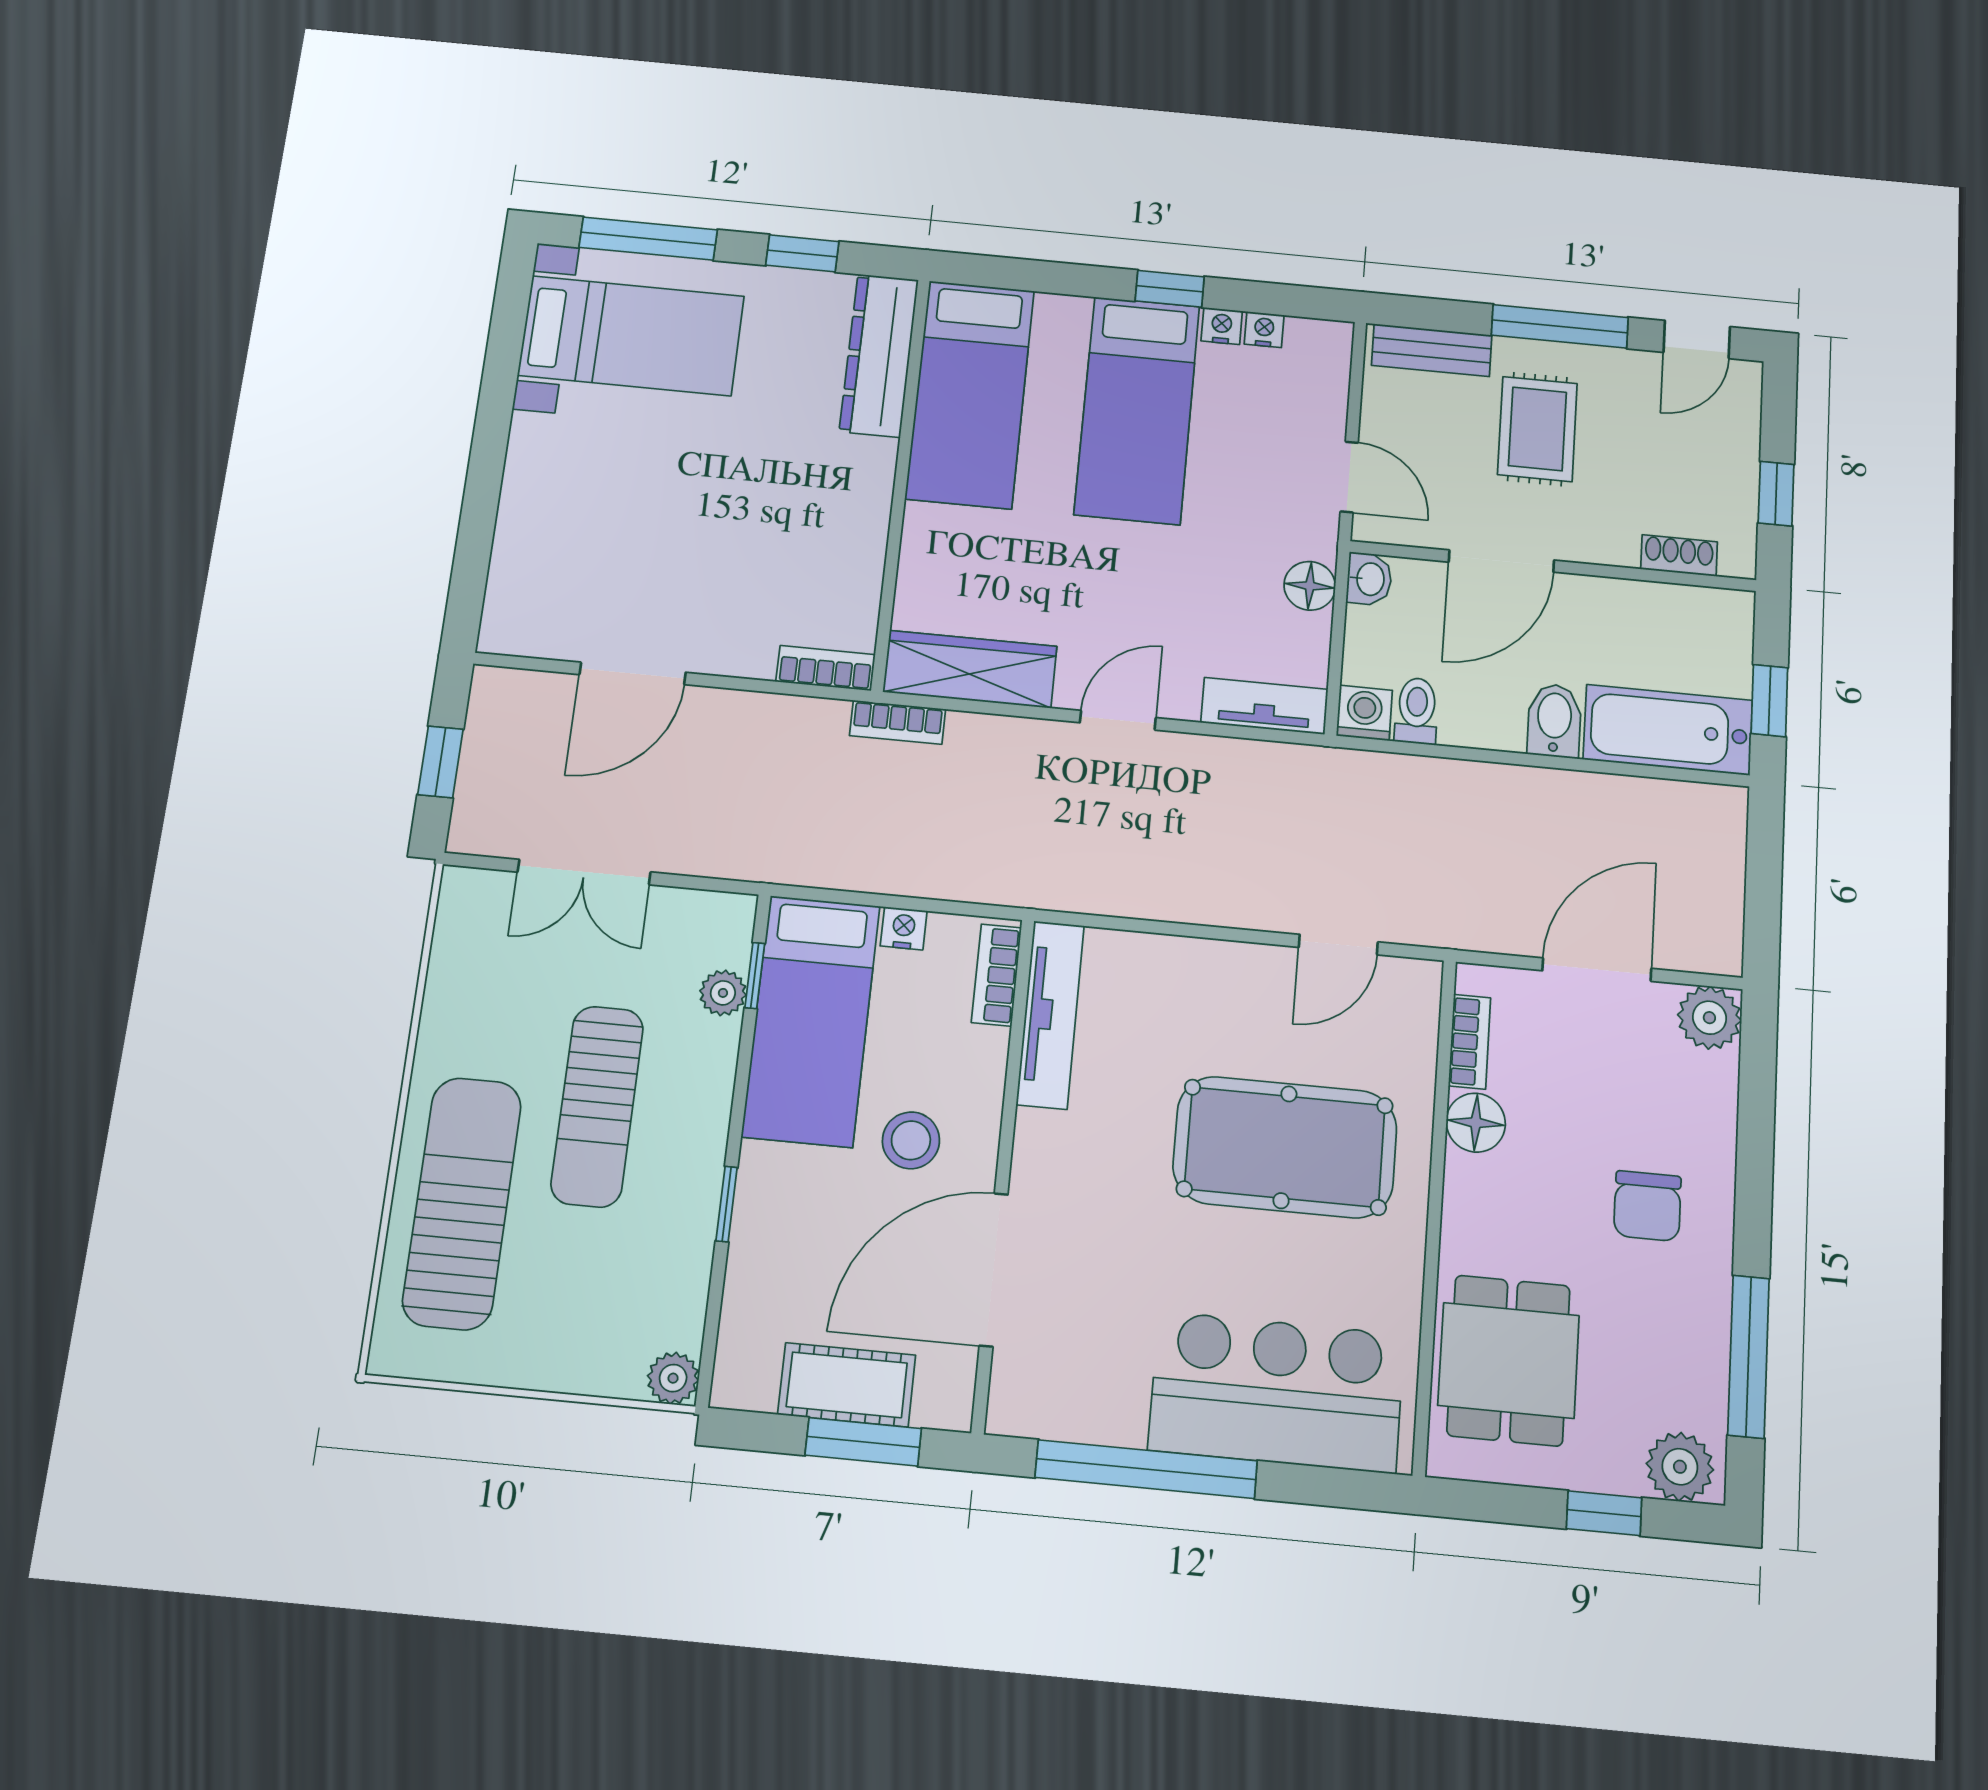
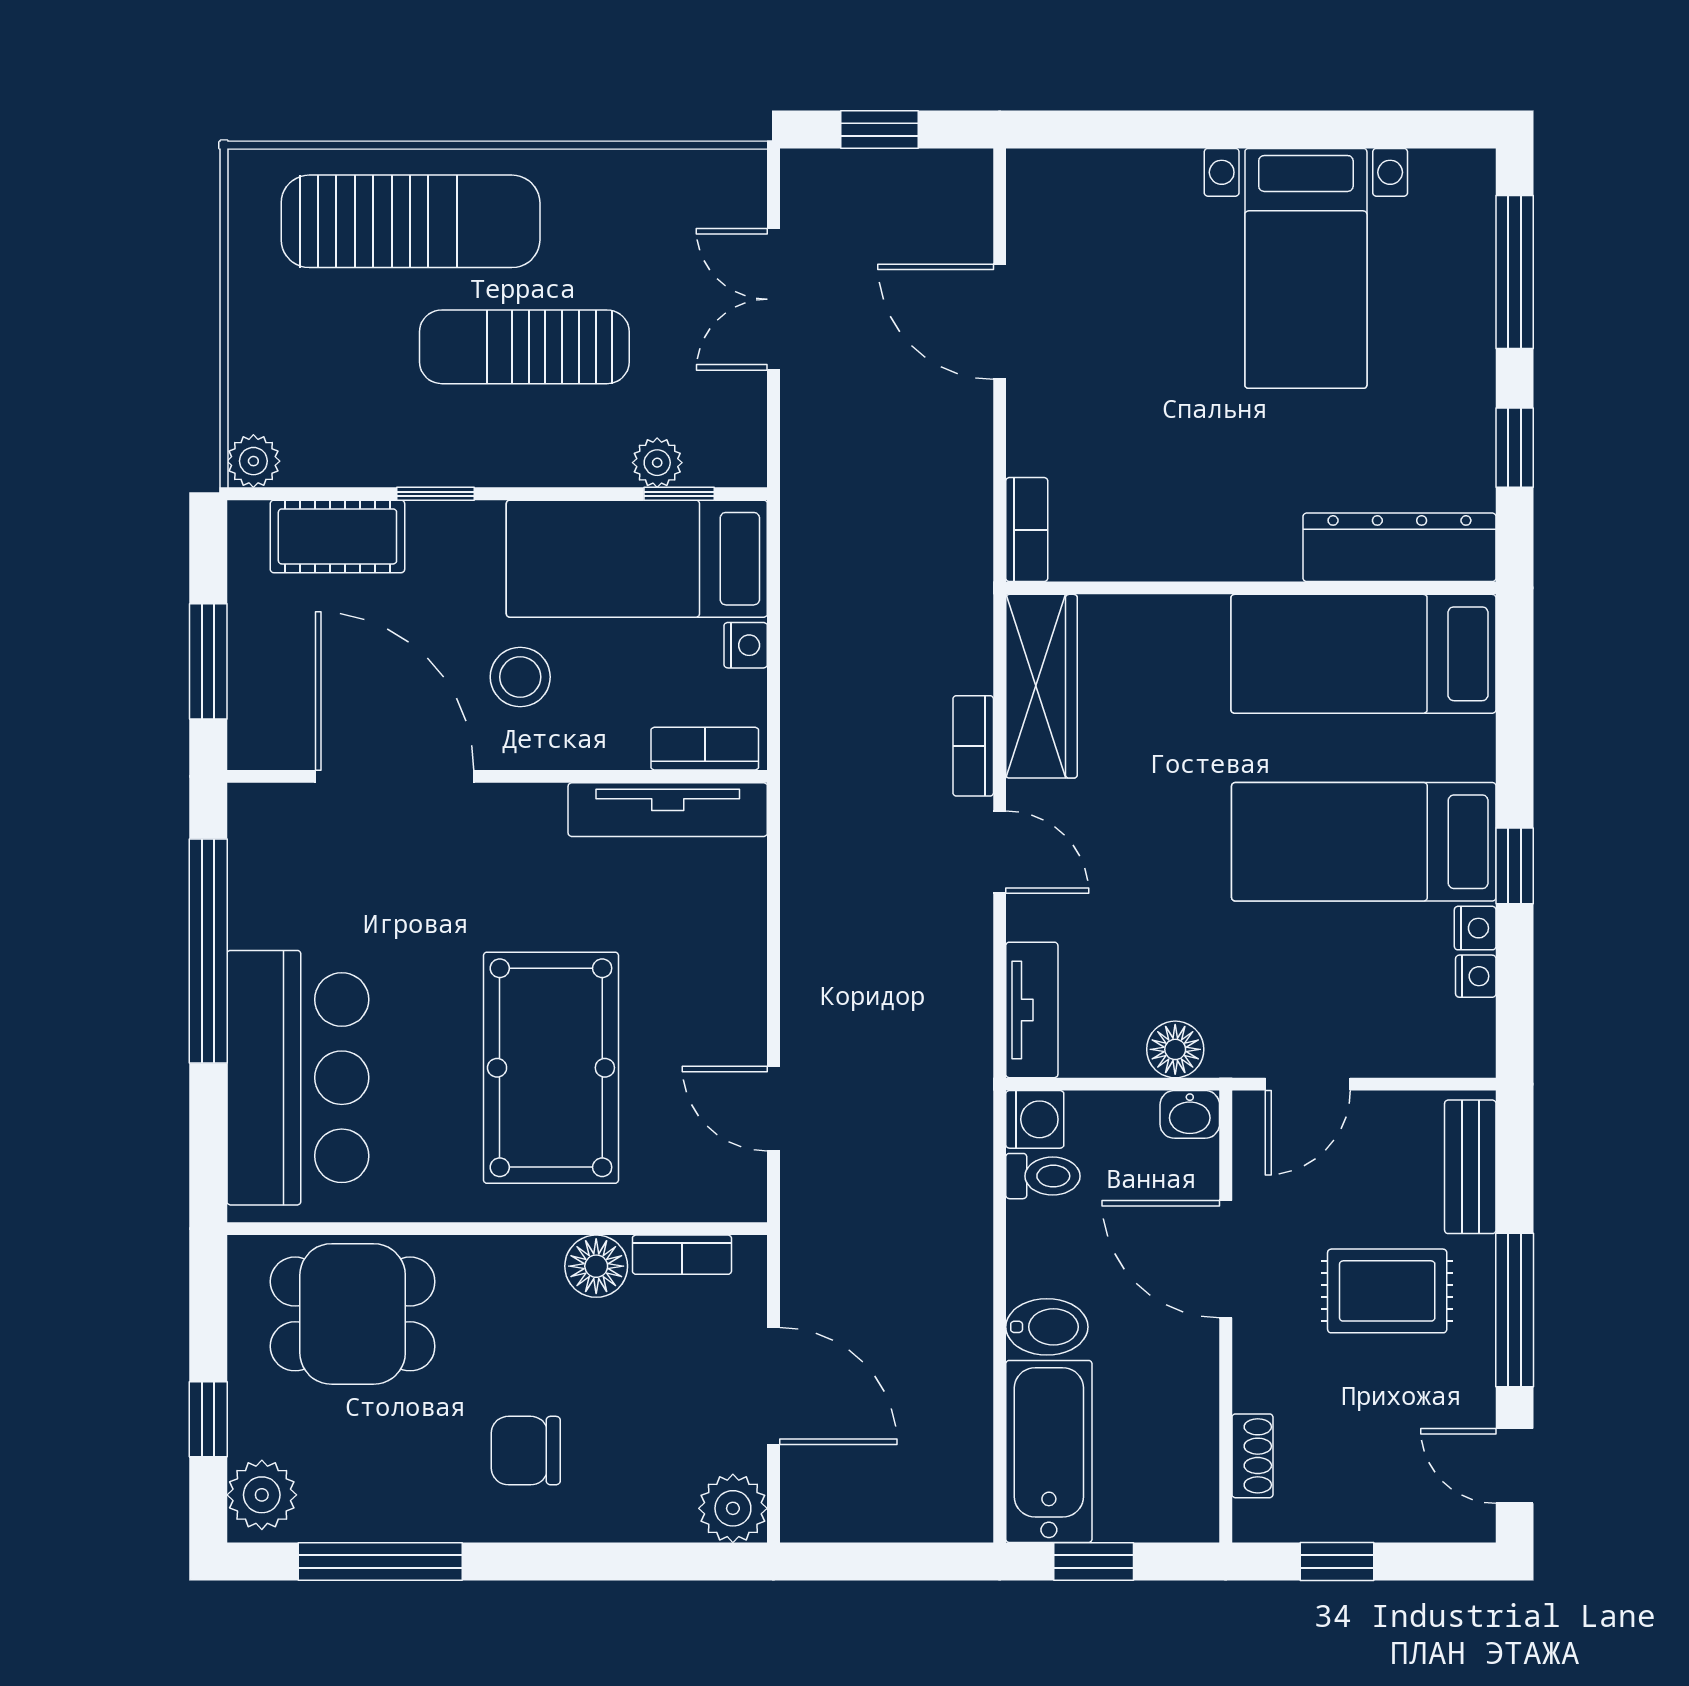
bed with nightstands: (631, 336) -> (1306, 268), moved
bookcase: (898, 722) -> (973, 746), moved
cot: (847, 1385) -> (337, 536), moved, turned 90

